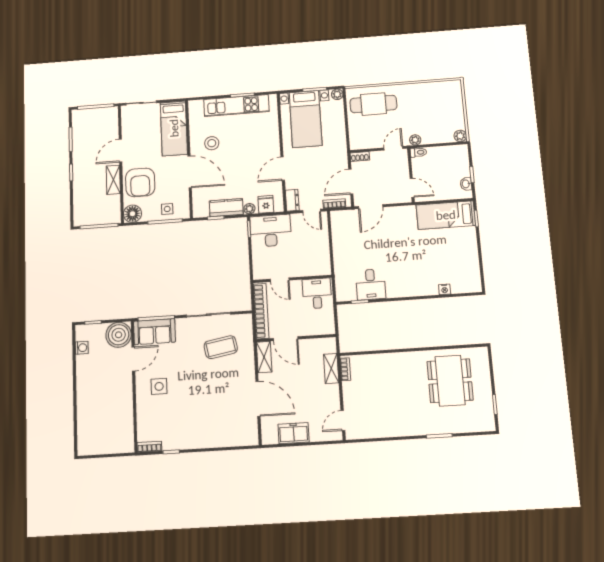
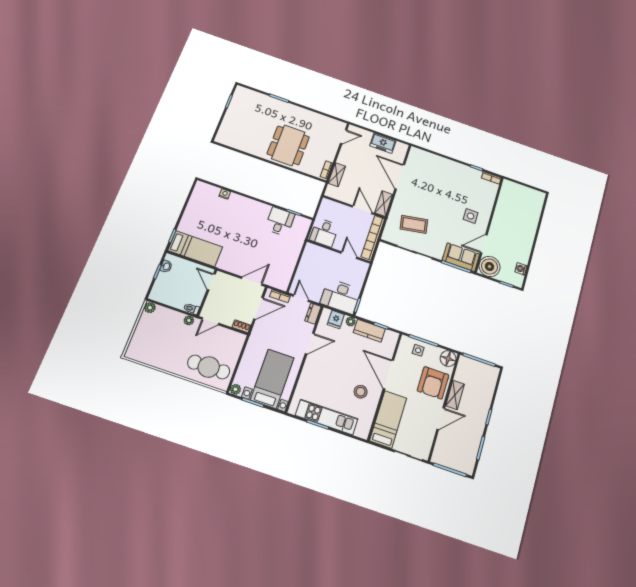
armchair: (140, 182) -> (433, 383), turned 180
dining table: (450, 381) -> (288, 145), moved

